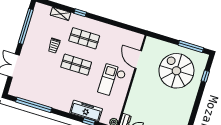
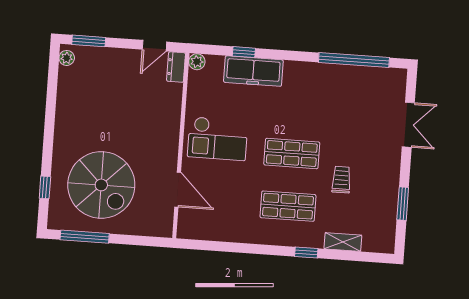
window: (26, 26) -> (403, 204), width x0.47
checkout: (112, 81) -> (218, 139), turned 90

